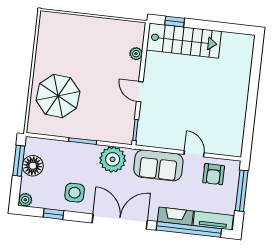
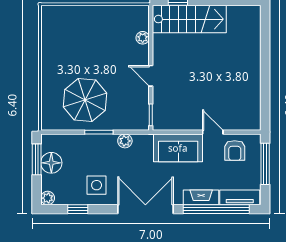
parasol: (58, 96) -> (85, 100), moved
plant: (113, 159) -> (125, 141), width x0.53, depth x0.53

